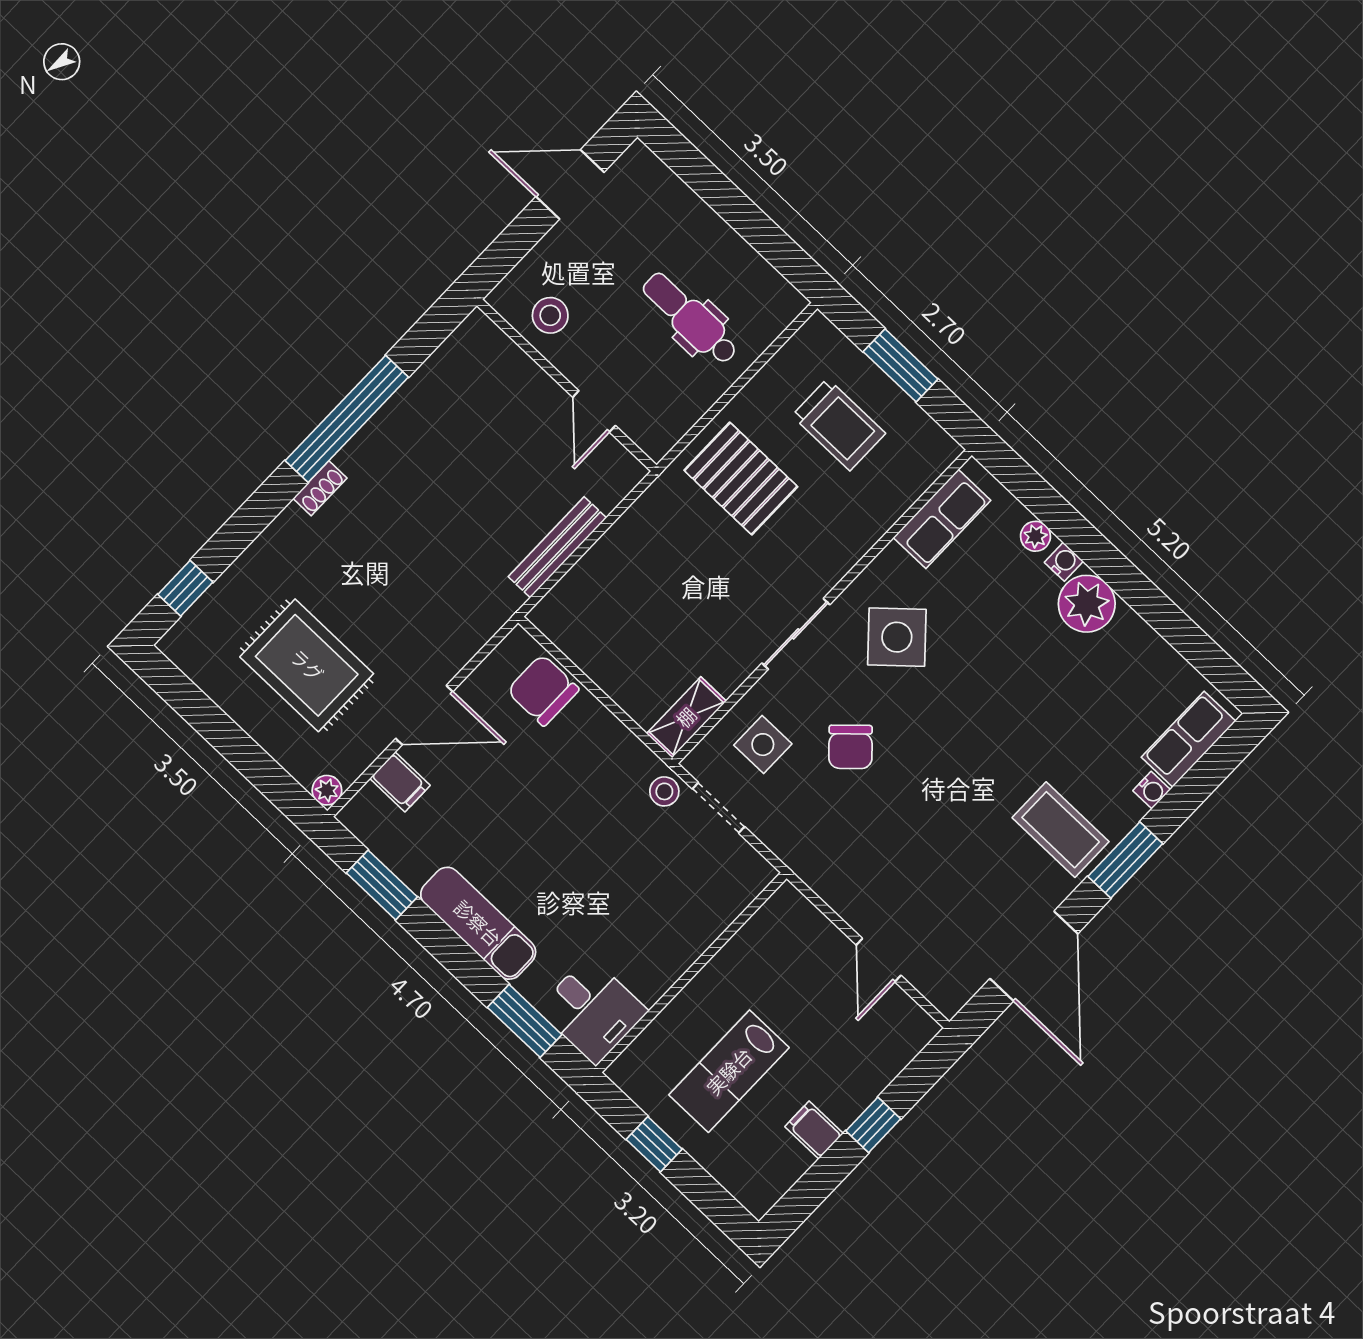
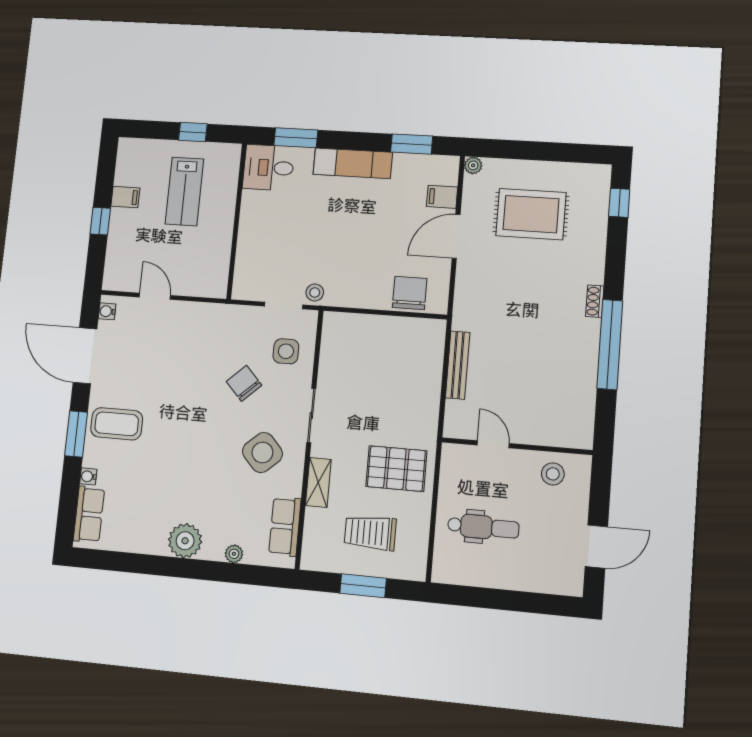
water cooler: (1064, 562) -> (107, 311), moved, turned 90
chair: (543, 690) -> (410, 293), turned -90
shelving: (686, 717) -> (318, 483), moved
lab bench: (729, 1071) -> (184, 191), turned 180

